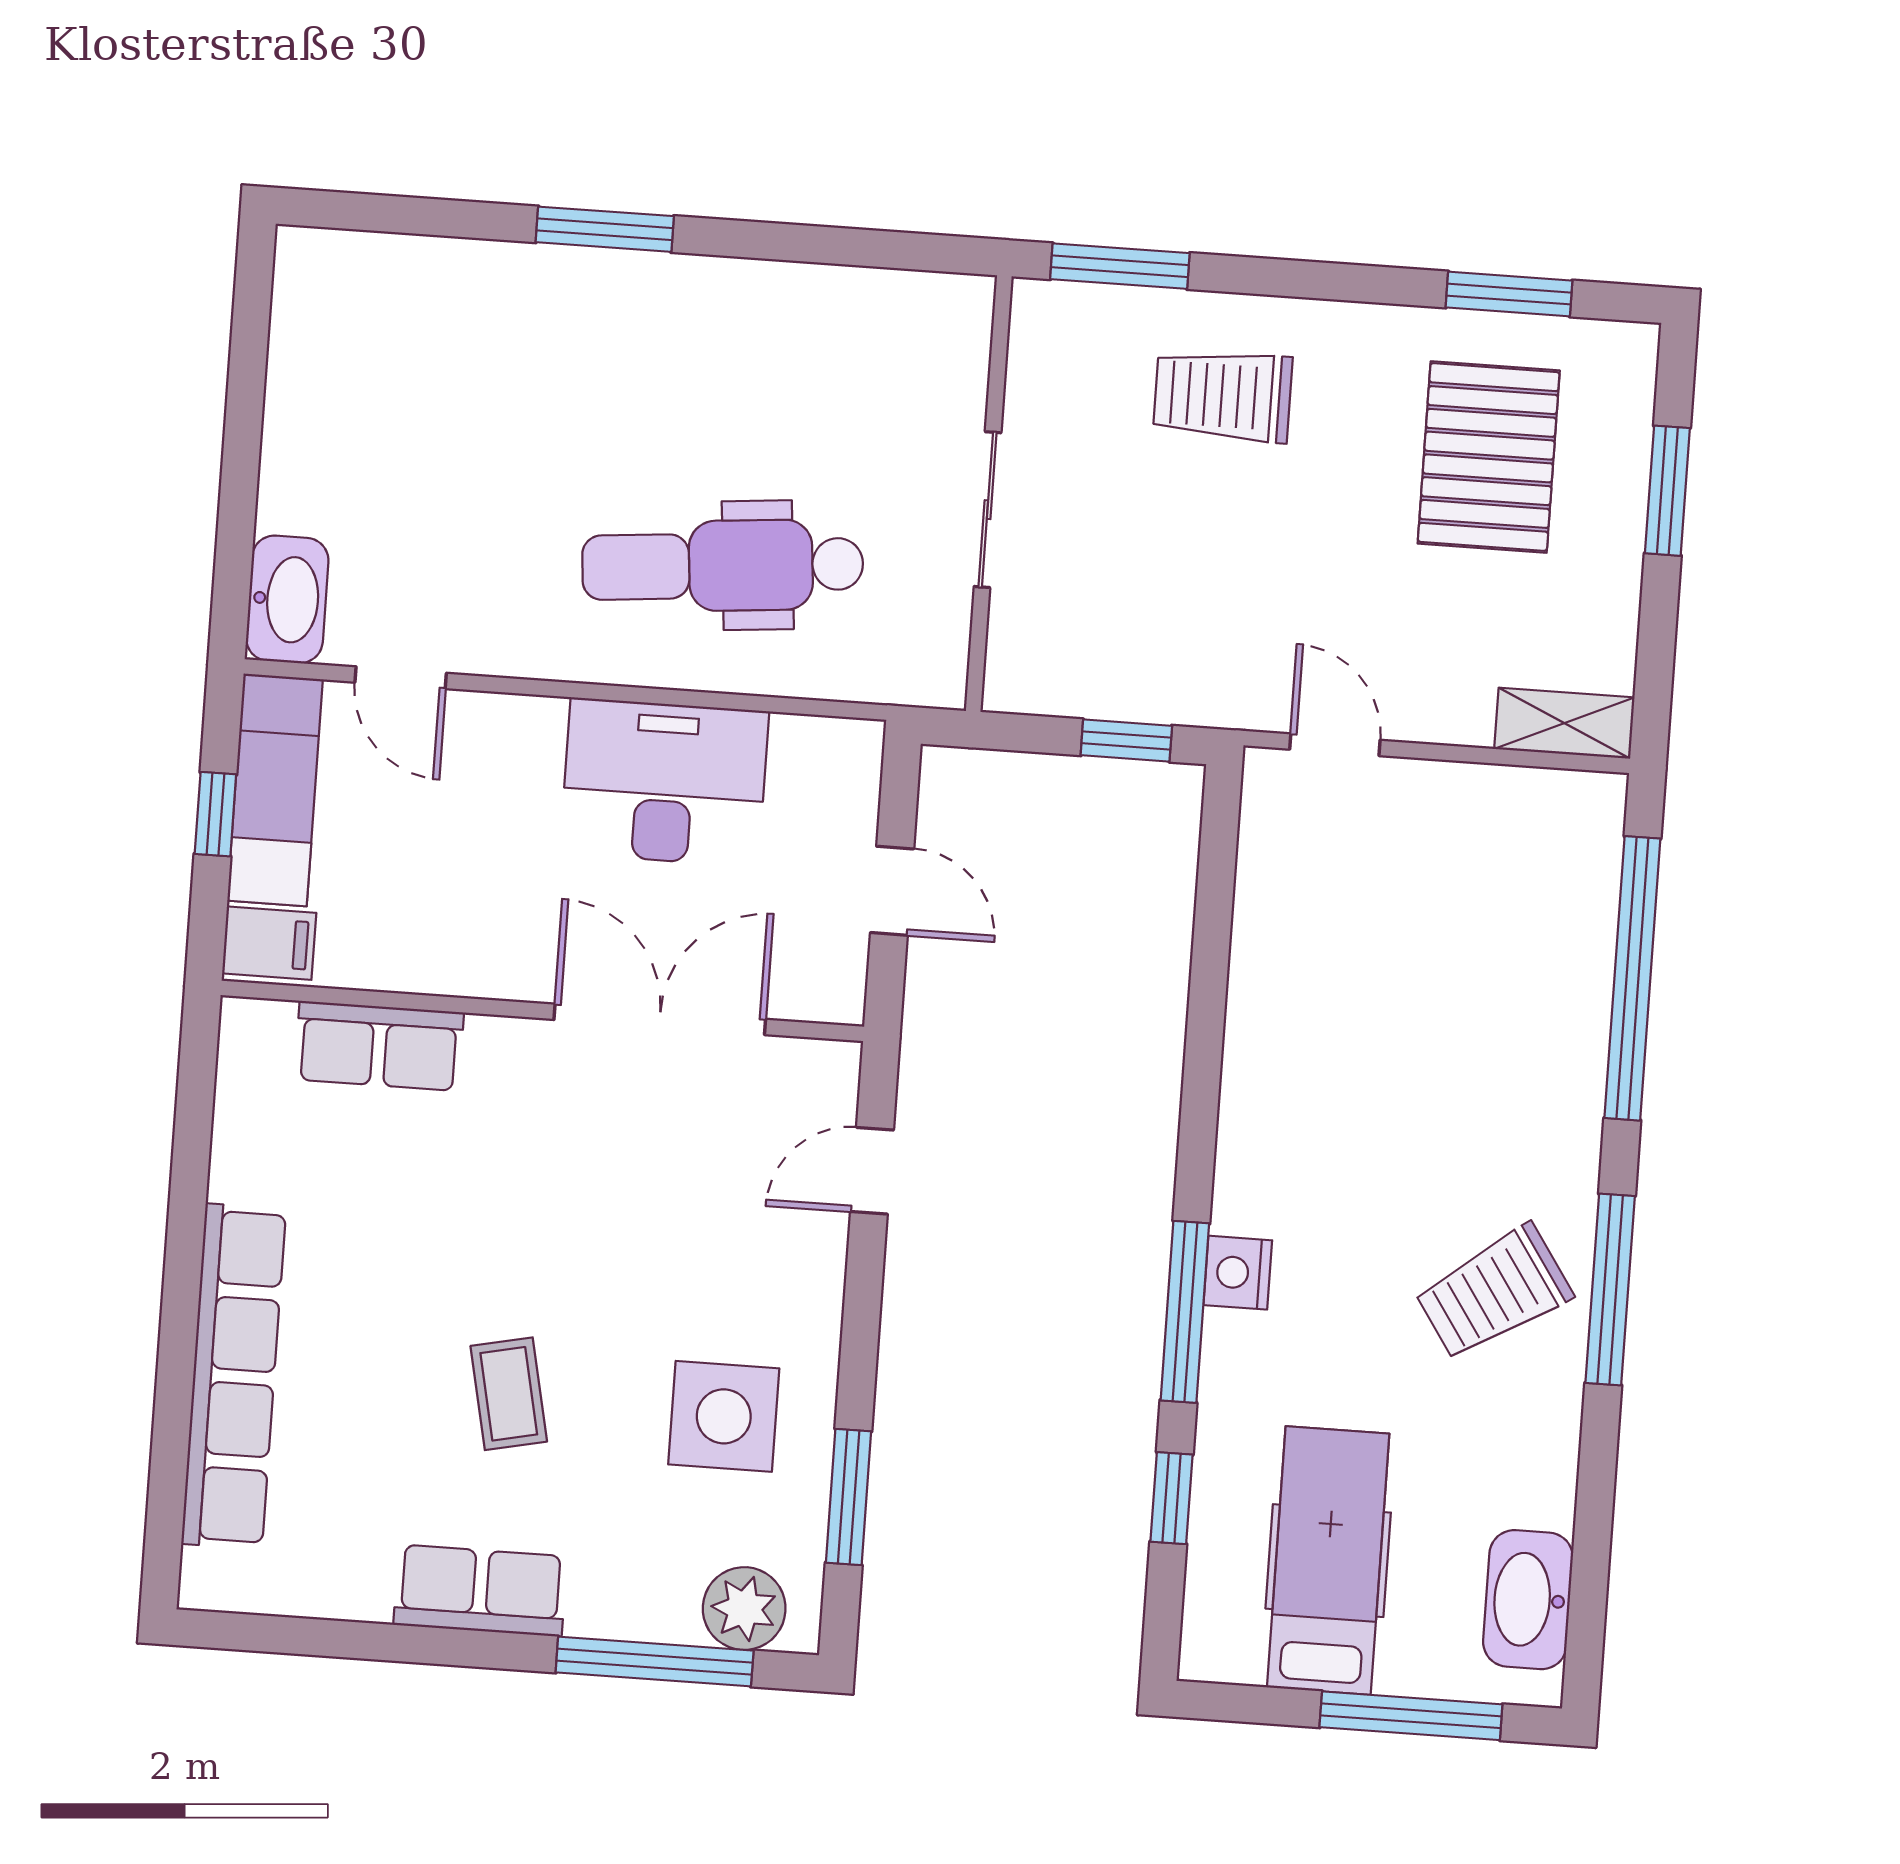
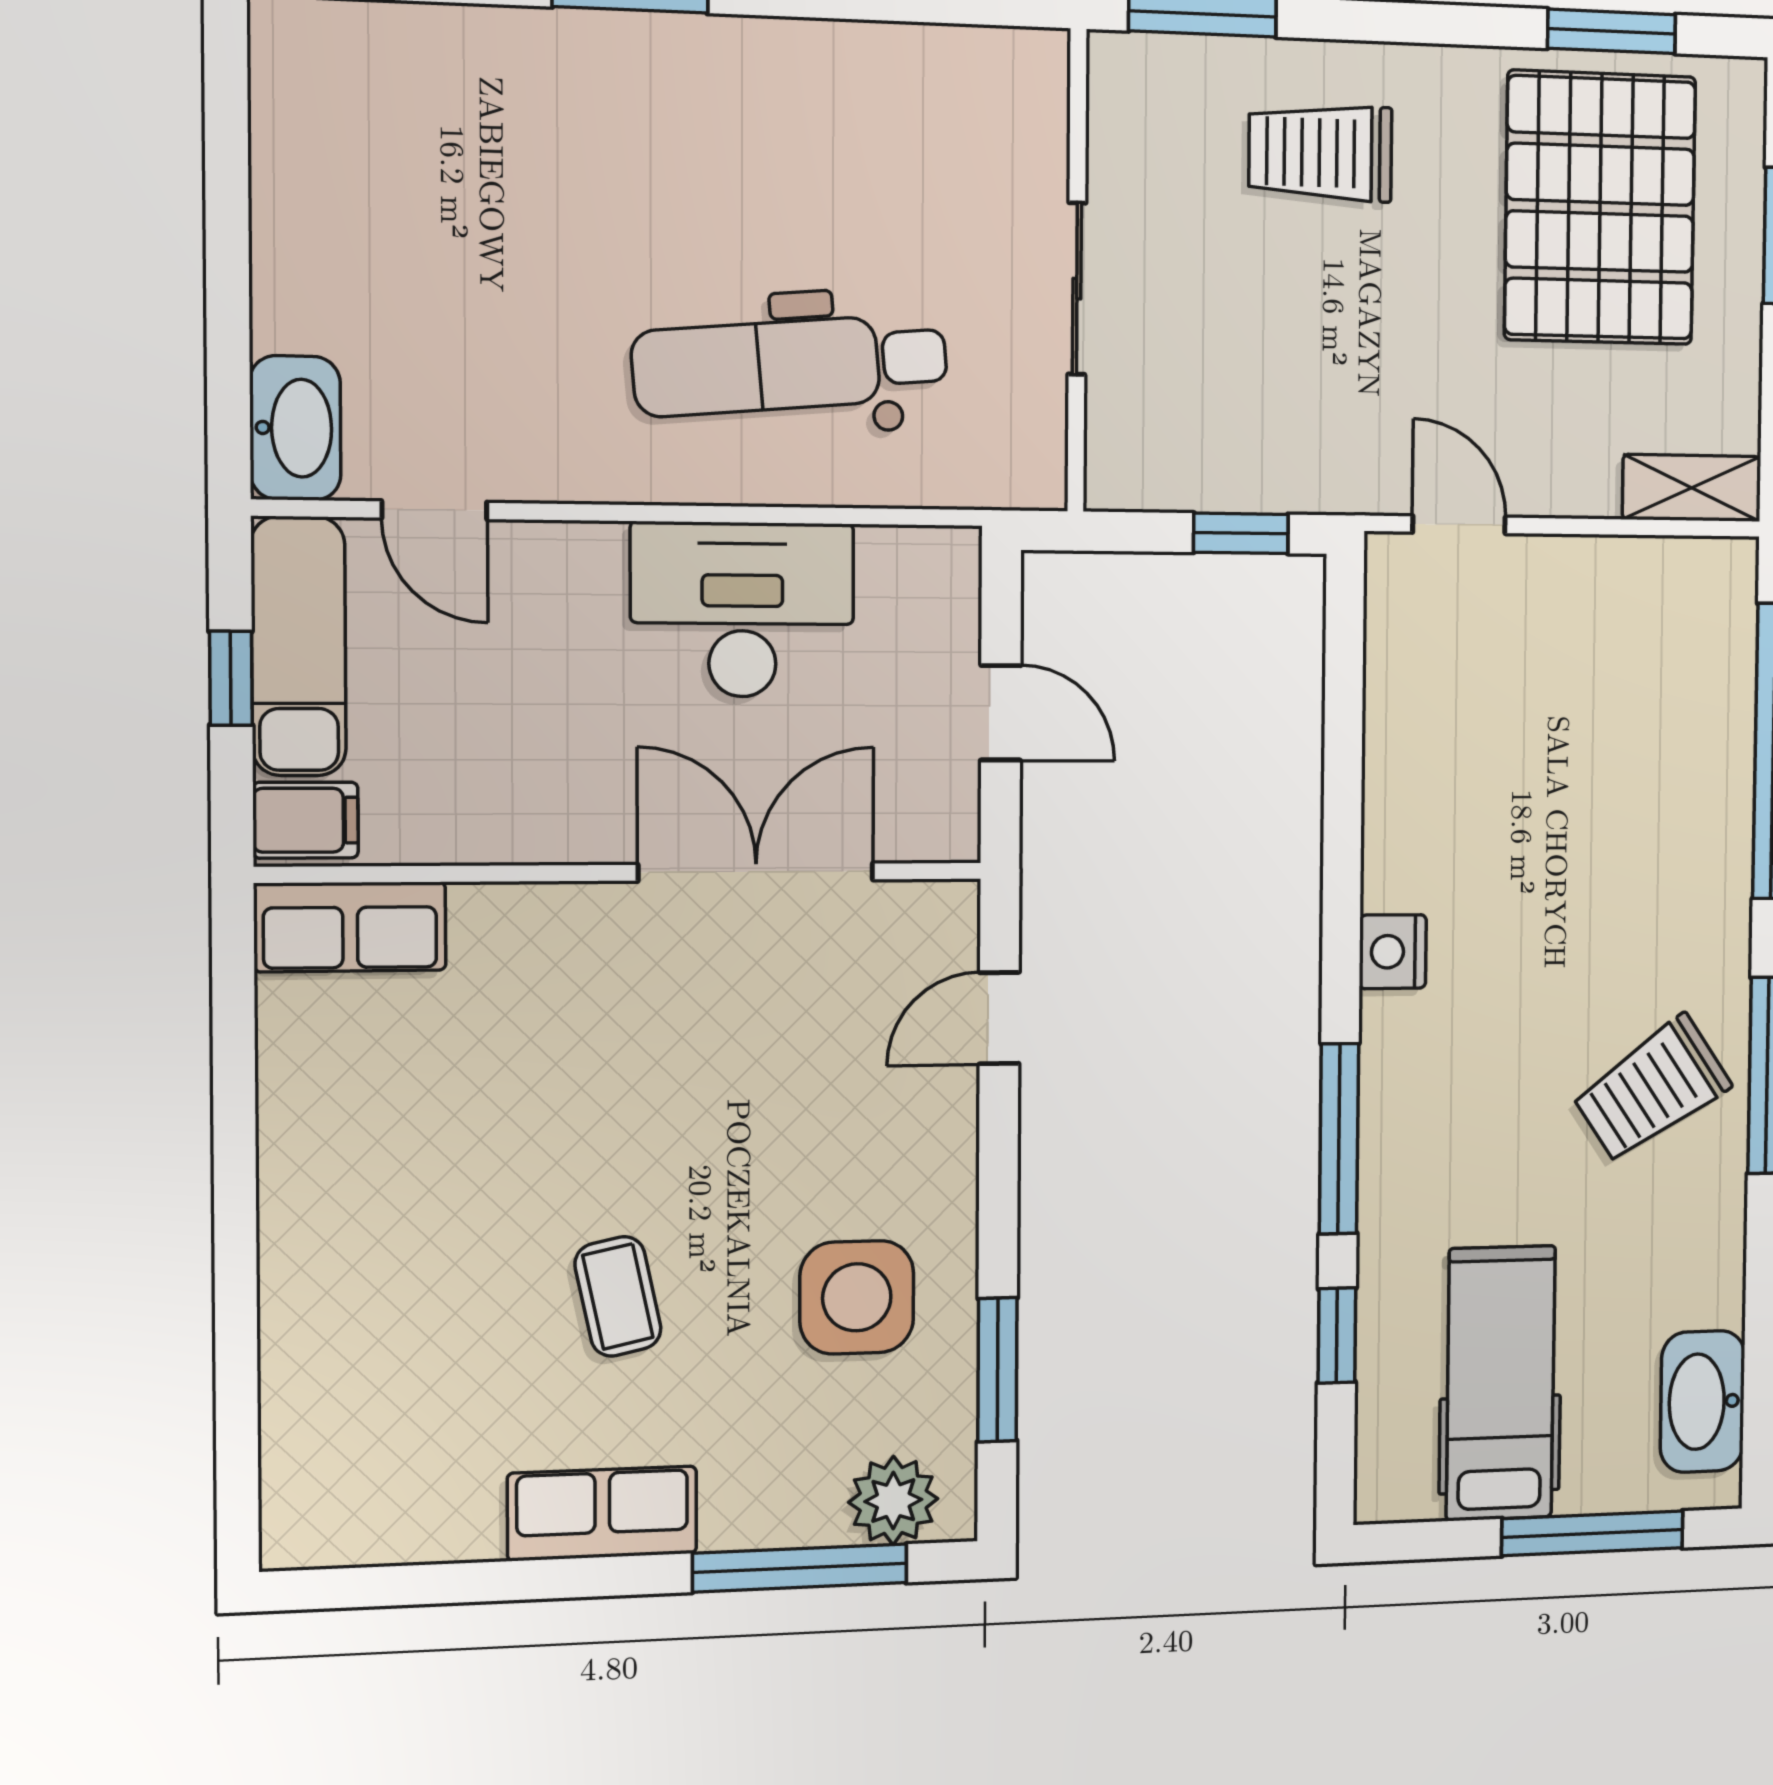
pallet: (1489, 457) -> (1600, 208), width x1.37, depth x1.41
row of seats: (379, 1046) -> (350, 927), moved
nightstand: (1238, 1273) -> (1393, 952), moved
row of seats: (234, 1376) -> (304, 1308), removed

